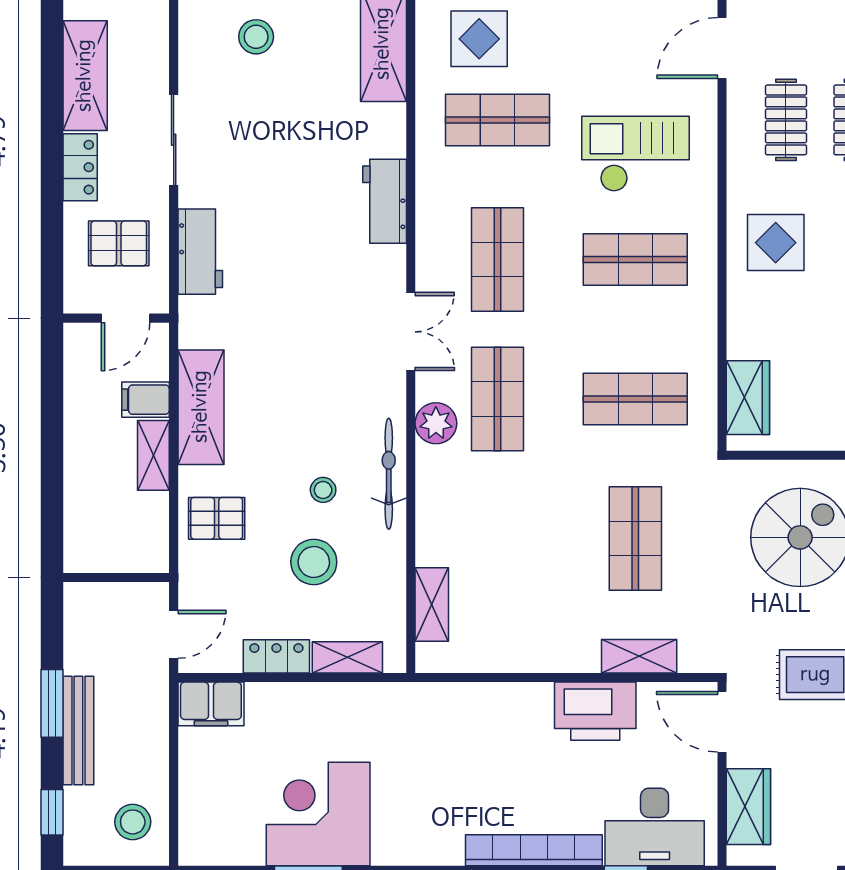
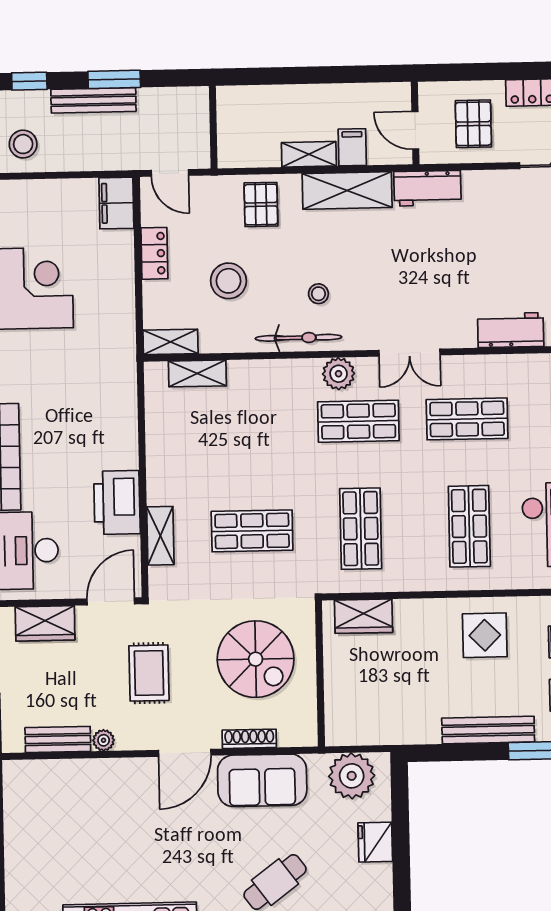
workbench: (200, 252) -> (427, 188), moved
stool: (323, 490) -> (318, 294), moved
shelving: (347, 657) -> (171, 342), moved, turned 90

